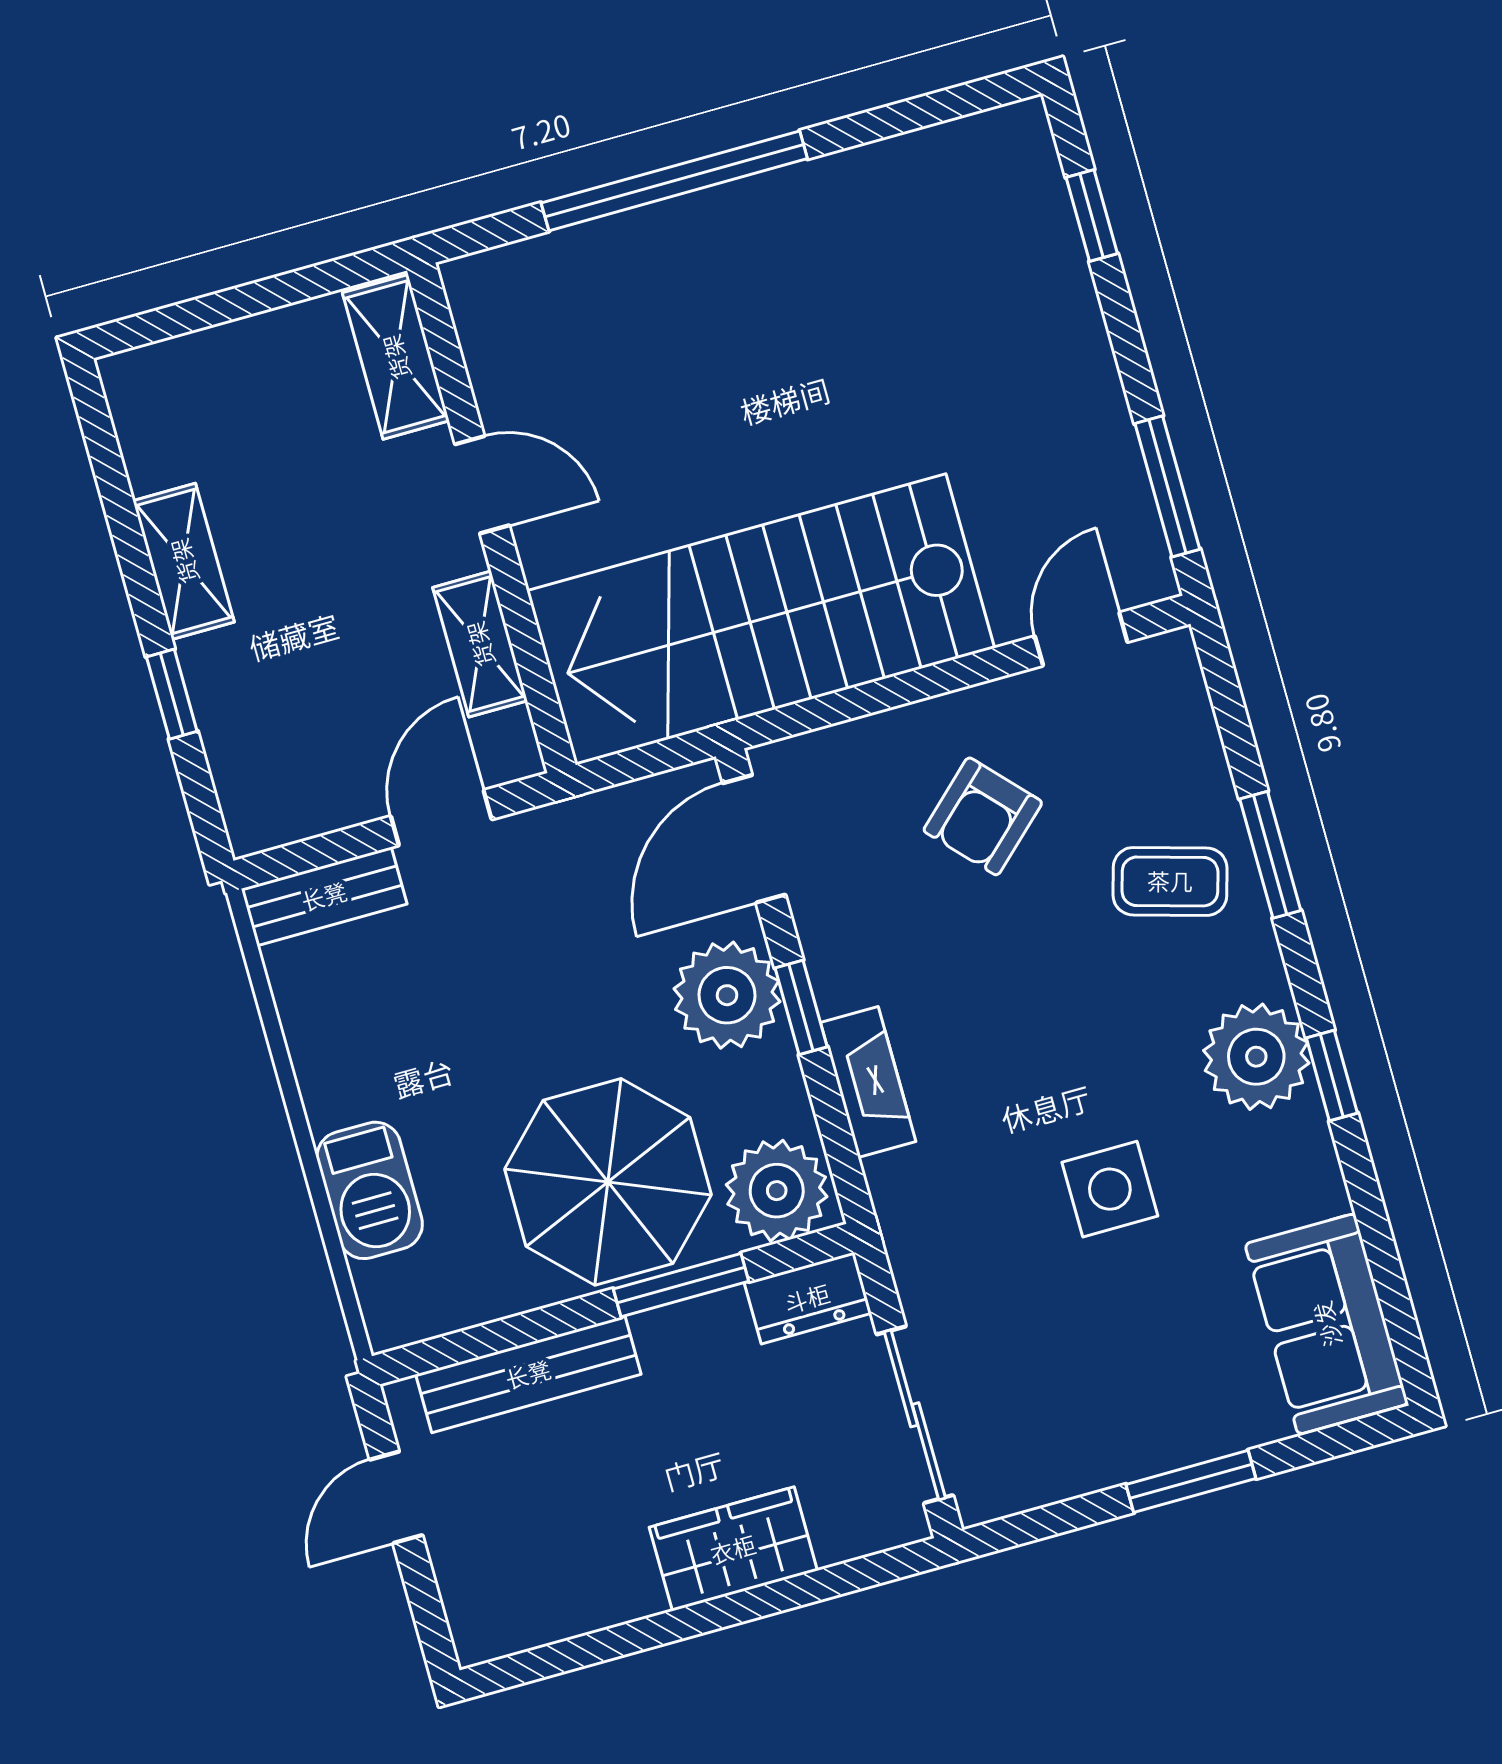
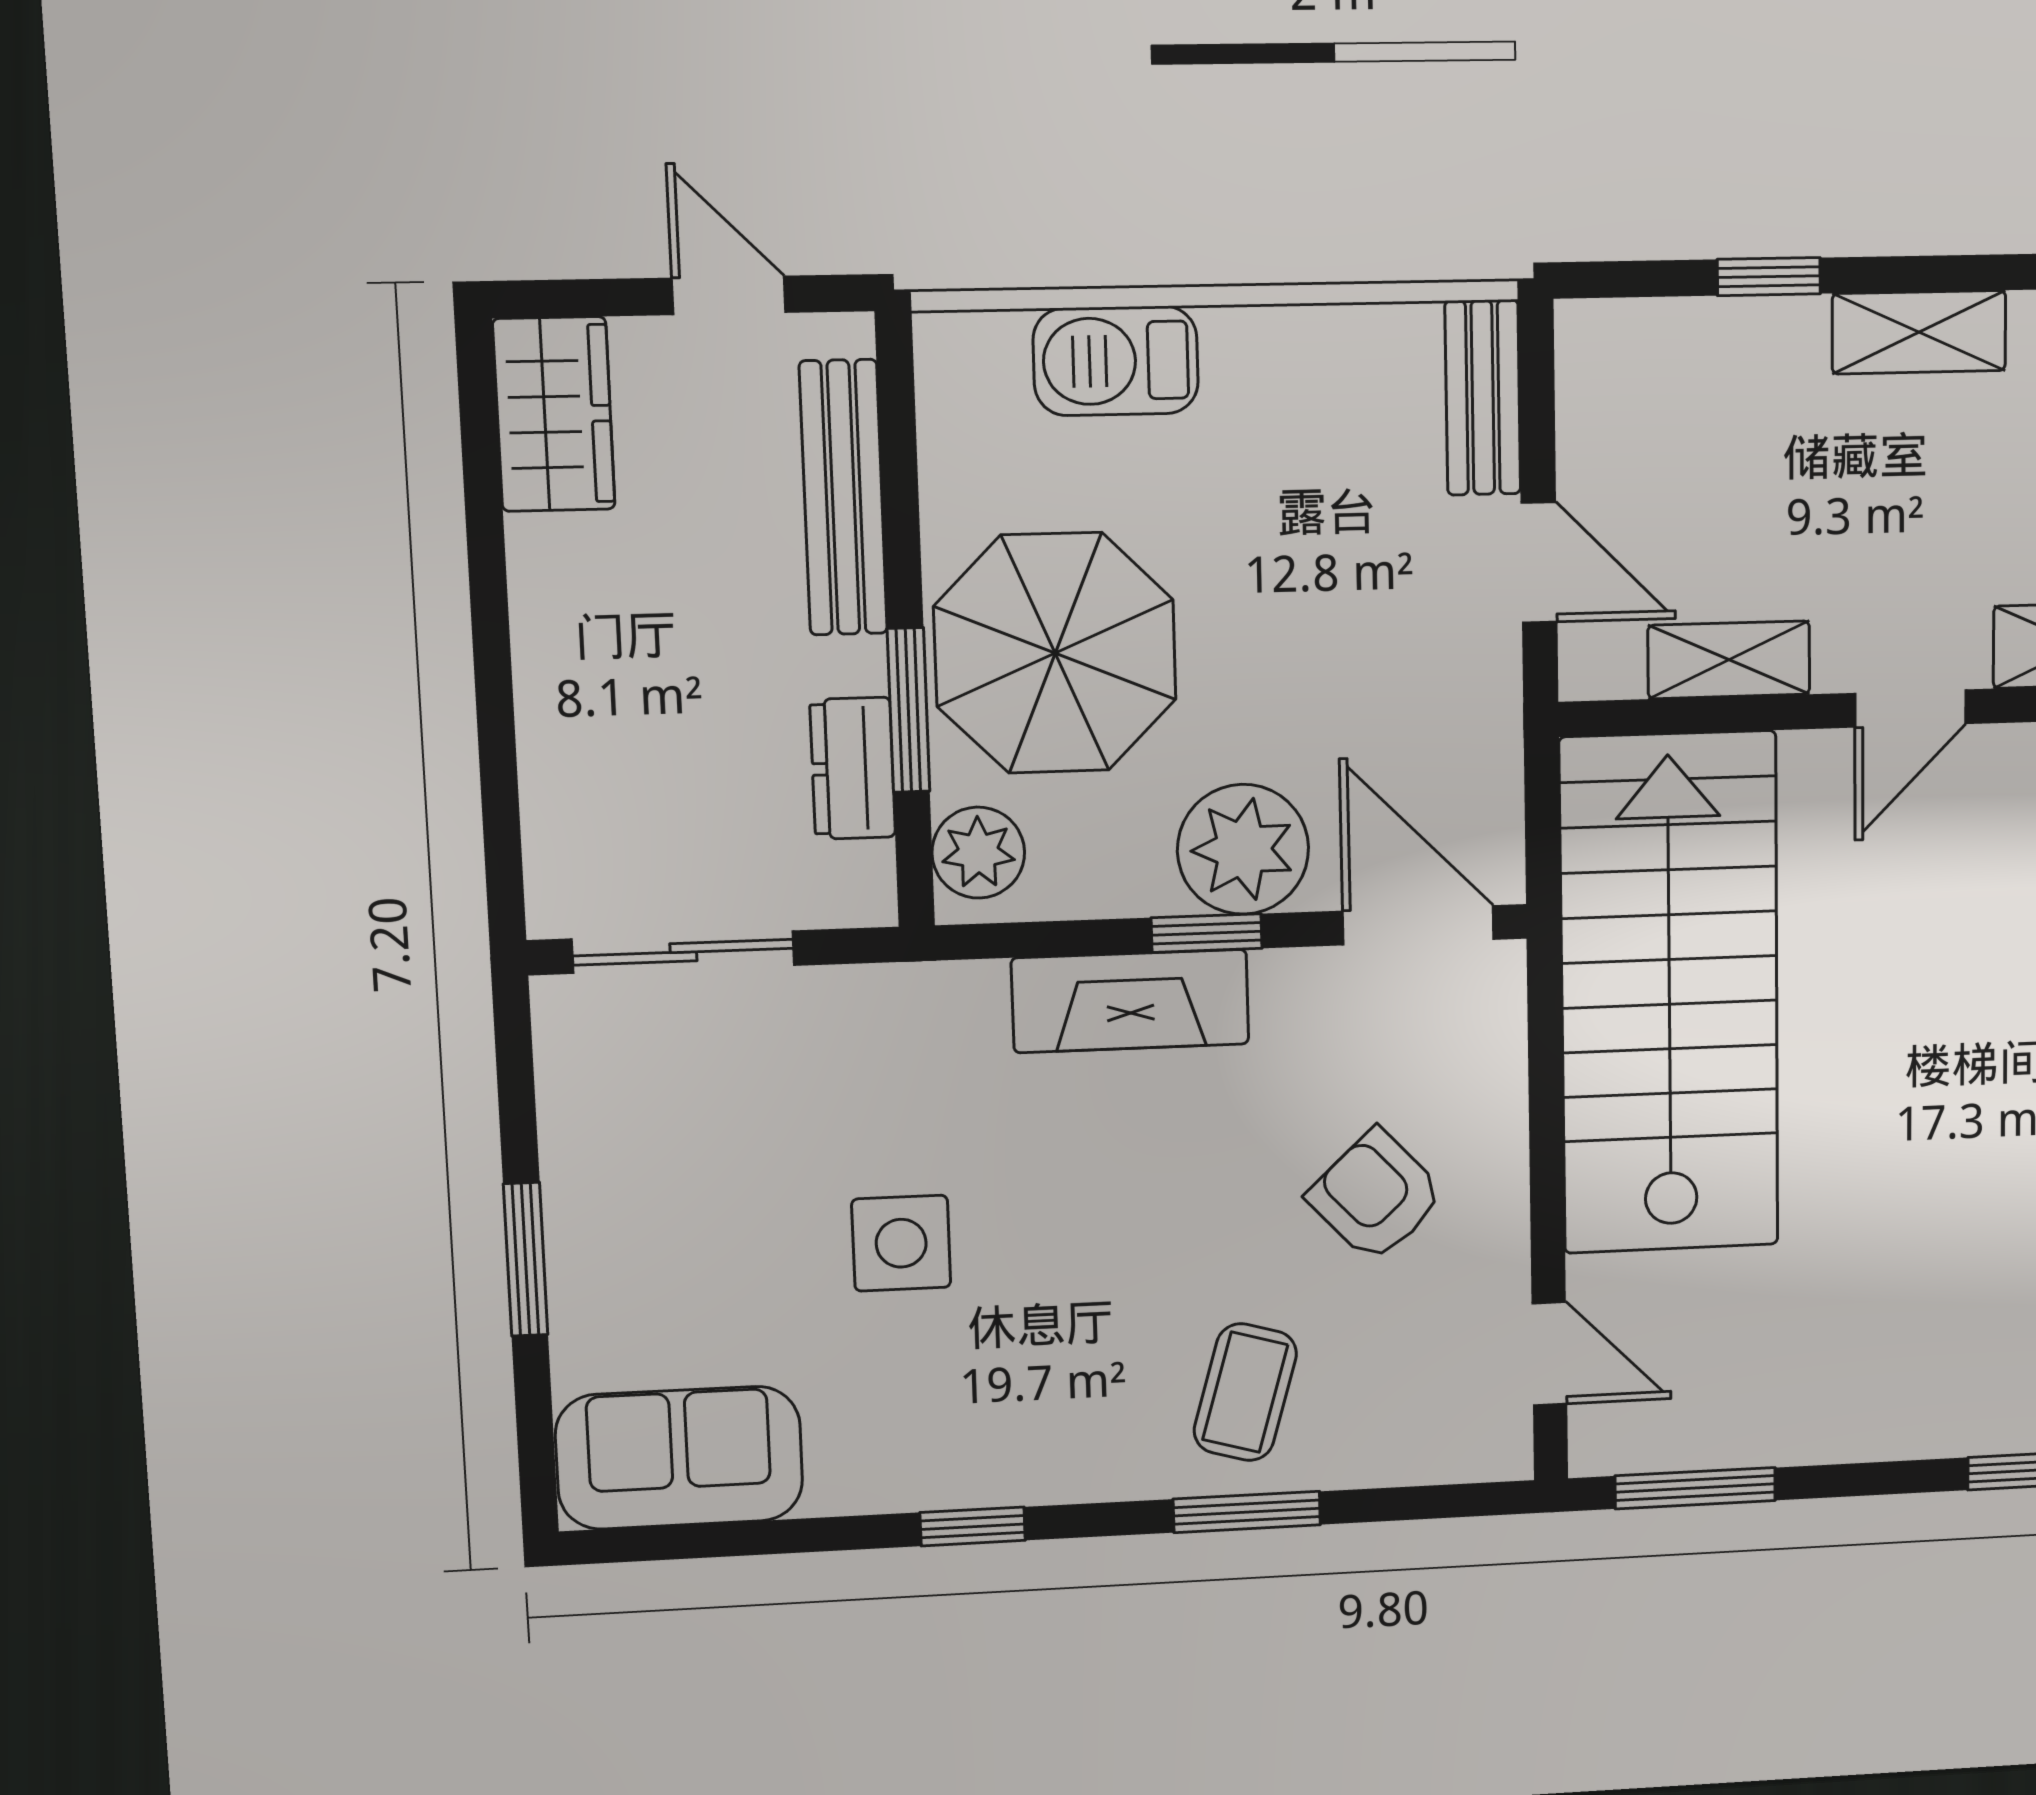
plant: (1256, 1057) -> (1016, 1446), removed
fireplace: (868, 1082) -> (1130, 1001), width x1.37, depth x1.32
plant: (777, 1191) -> (978, 853), width x0.73, depth x0.73
dresser: (807, 1298) -> (853, 768), moved
wardrobe: (733, 1549) -> (554, 414), moved

